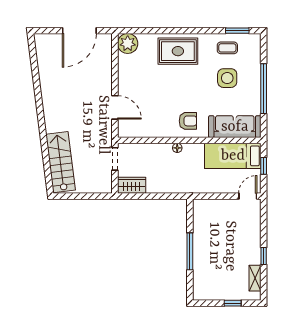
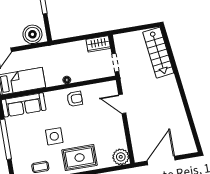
side table: (227, 78) -> (54, 136), moved
armchair: (188, 121) -> (75, 99), moved, turned 180
boiler: (209, 210) -> (32, 34), added

